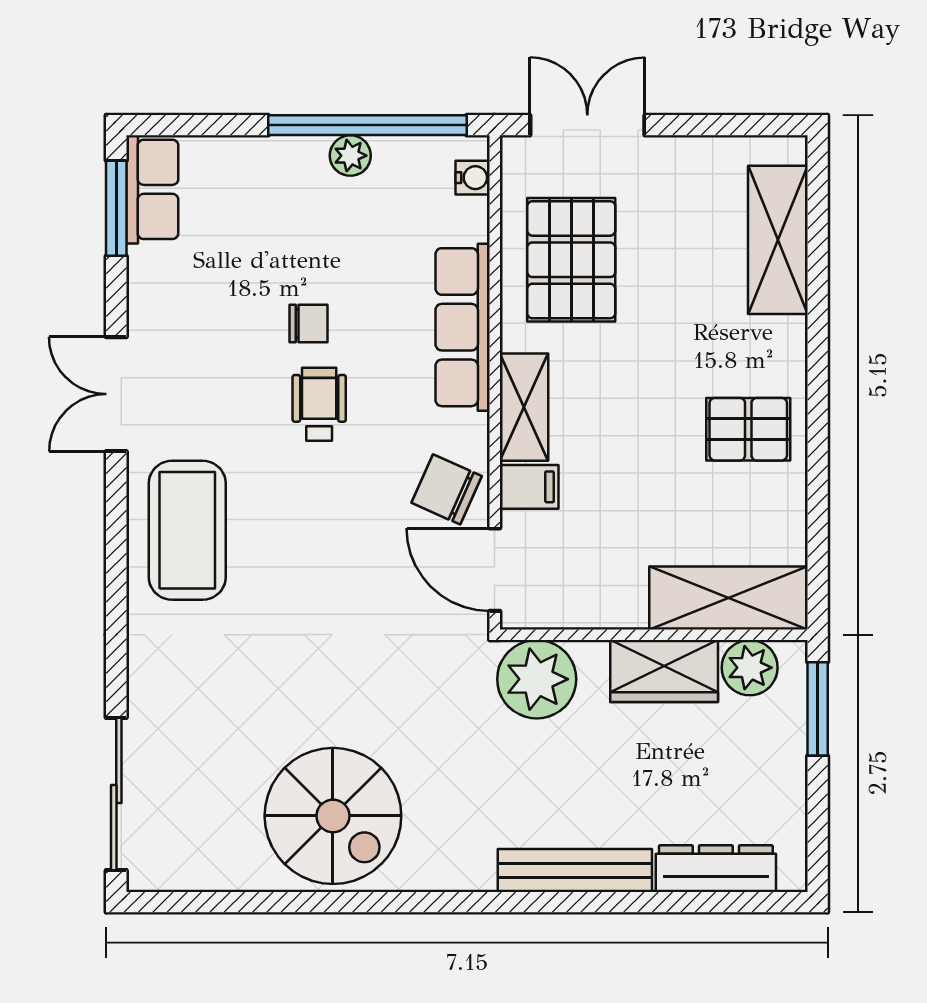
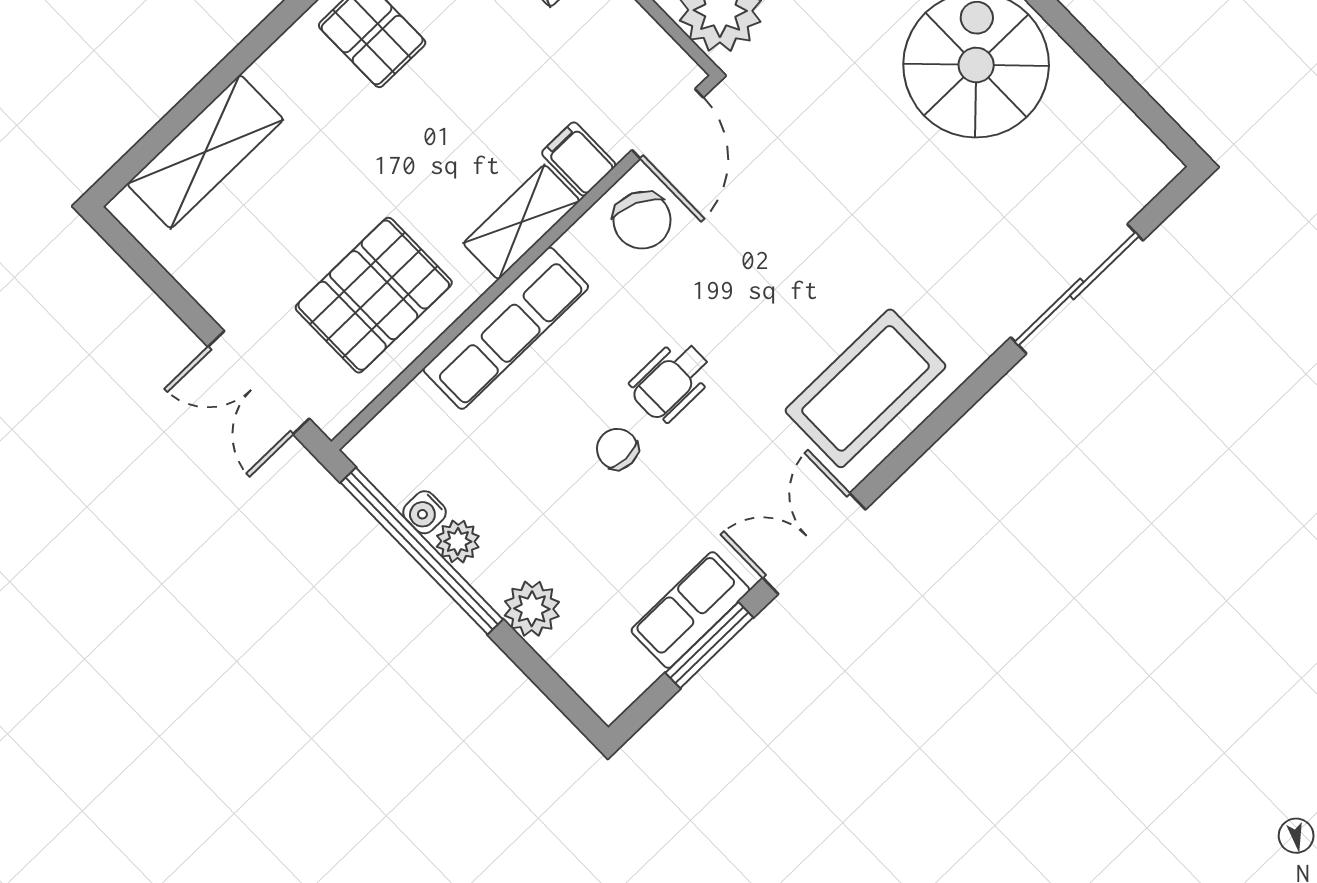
plant: (257, 162) -> (532, 609), added
water cooler: (473, 178) -> (425, 512), moved, turned -90
row of seats: (152, 189) -> (690, 610), moved
window: (116, 208) -> (709, 645), moved
double door: (116, 394) -> (814, 544), swing flipped
sliding door: (116, 794) -> (1077, 289), moved

